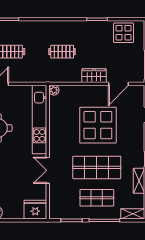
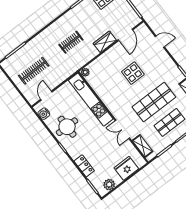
display table: (98, 125) -> (133, 73), width x0.54, depth x0.54
shelving: (55, 200) -> (143, 146), added
fridge: (35, 210) -> (126, 168), moved

